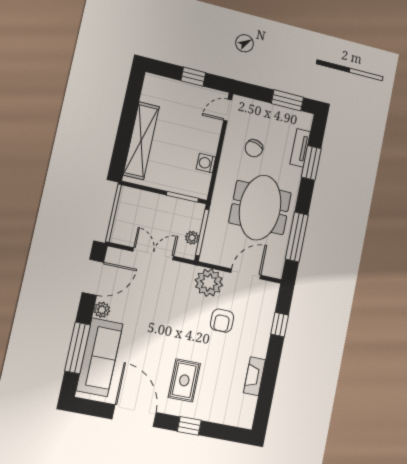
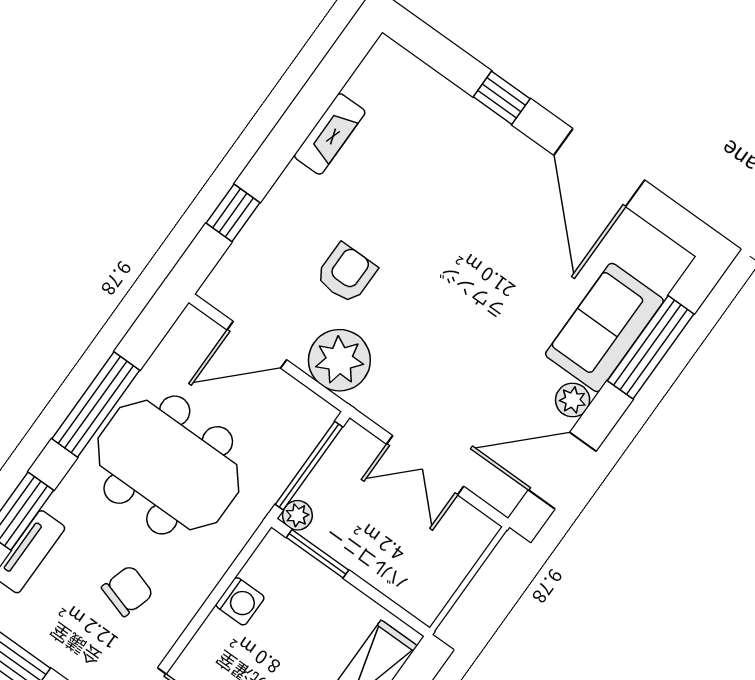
meeting table: (260, 208) -> (168, 465), turned 90
window: (297, 237) -> (96, 405), moved
plant: (192, 238) -> (297, 515), moved
sofa: (100, 357) -> (604, 327), width x0.73
rug: (184, 380) -> (473, 191), removed

